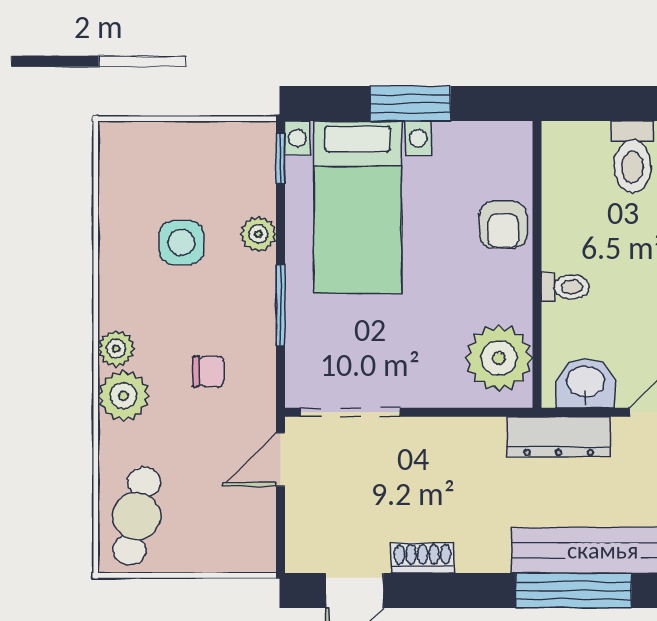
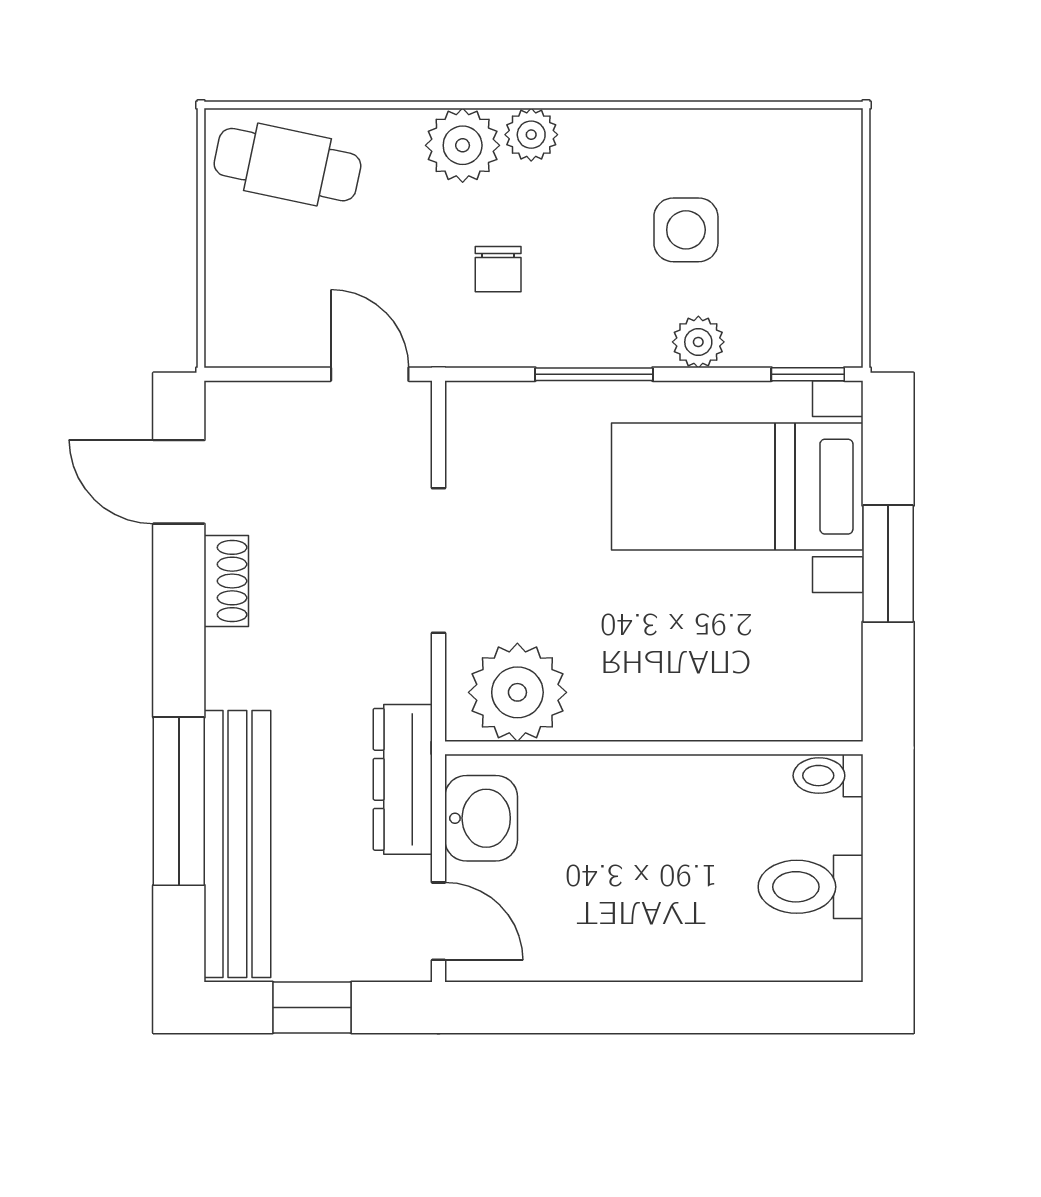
armchair: (503, 225) -> (711, 699), removed
toilet: (565, 287) -> (828, 776), moved, turned 90
doorway: (350, 412) -> (438, 561), moved

